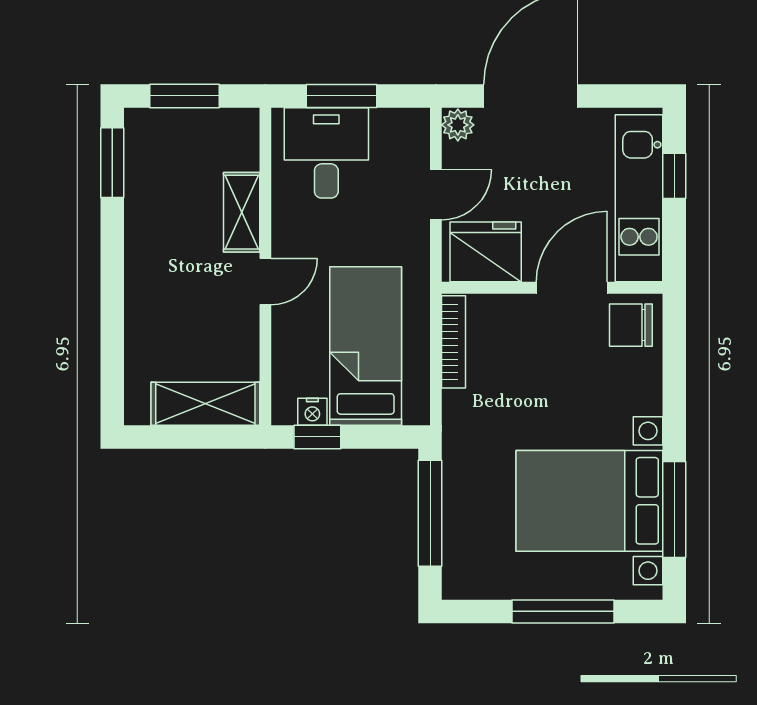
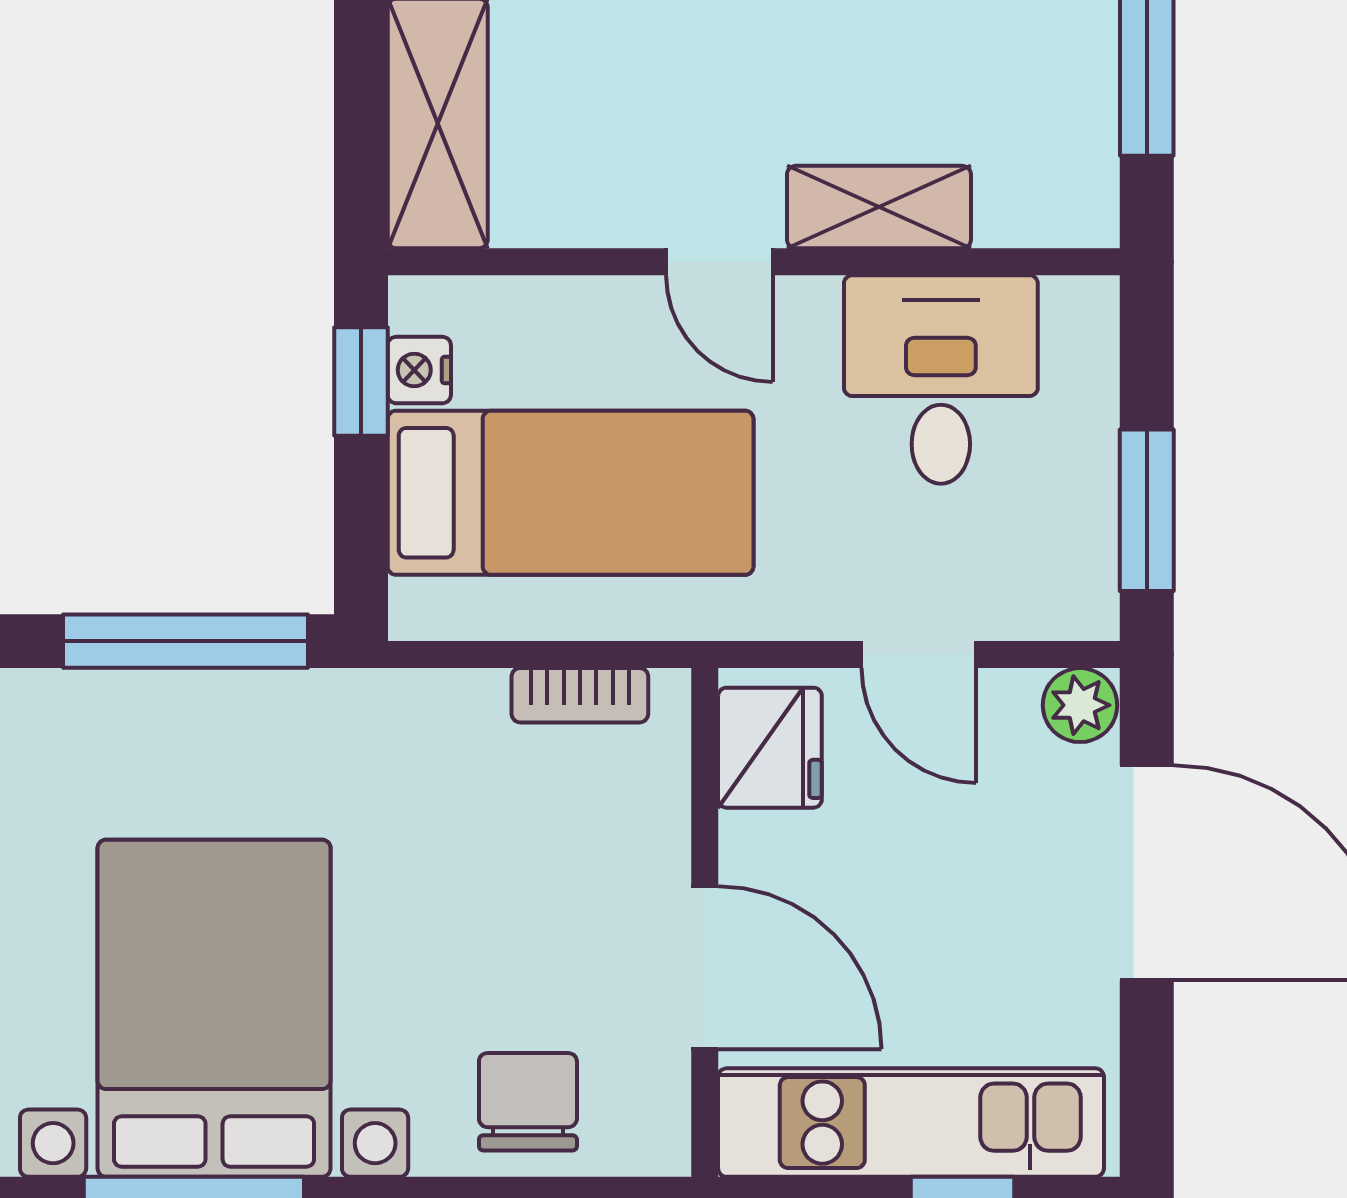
window: (341, 96) -> (1147, 510), moved
desk: (326, 153) -> (941, 379), moved, turned -90
fridge: (486, 252) -> (770, 748), width x0.73, depth x0.75
chair: (631, 325) -> (528, 1102), moved
bookcase: (454, 342) -> (580, 695), width x0.64

